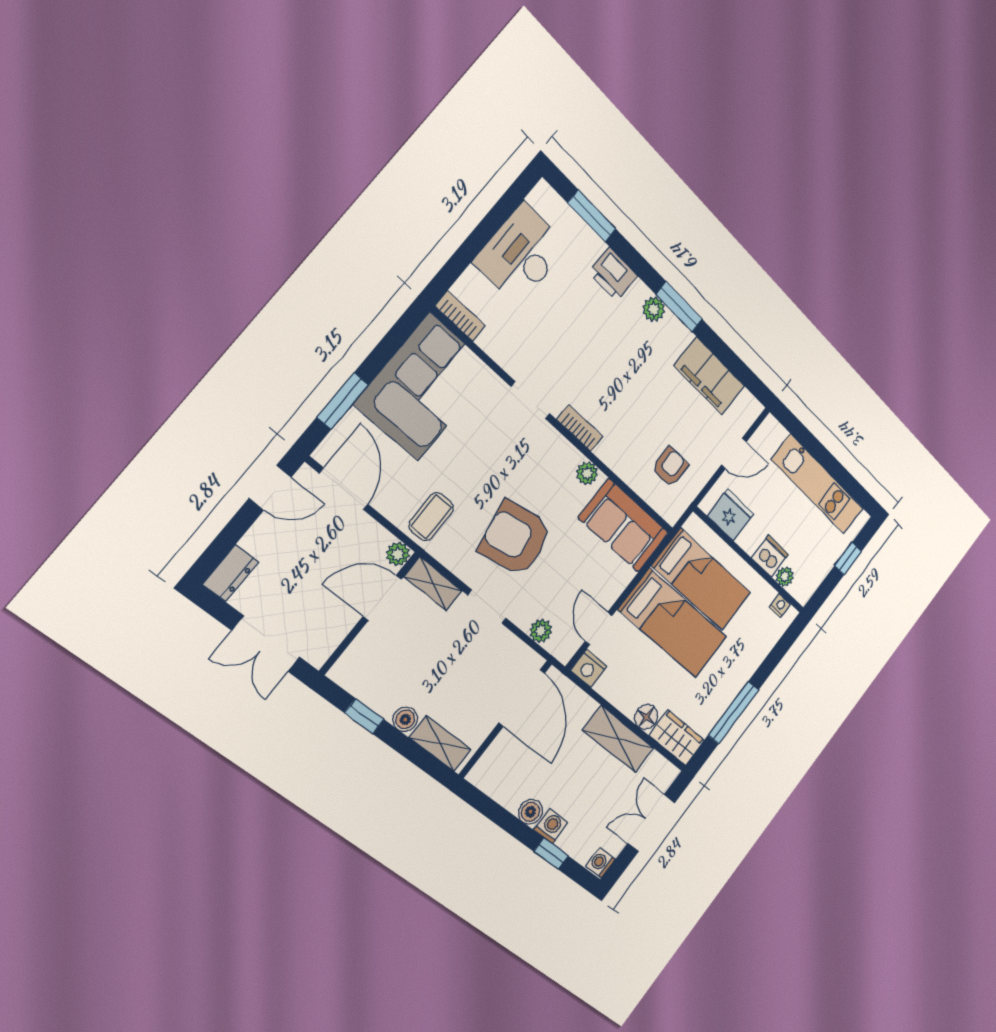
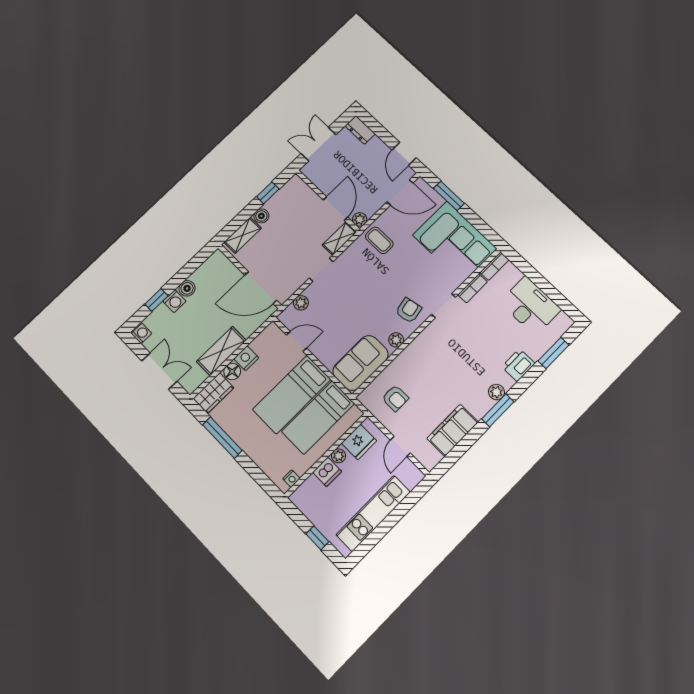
bookcase: (580, 428) -> (473, 288), moved
armchair: (515, 538) -> (409, 310), moved, width x0.53, depth x0.53
plant: (785, 577) -> (338, 456), moved
nightstand: (588, 668) -> (246, 358), moved

